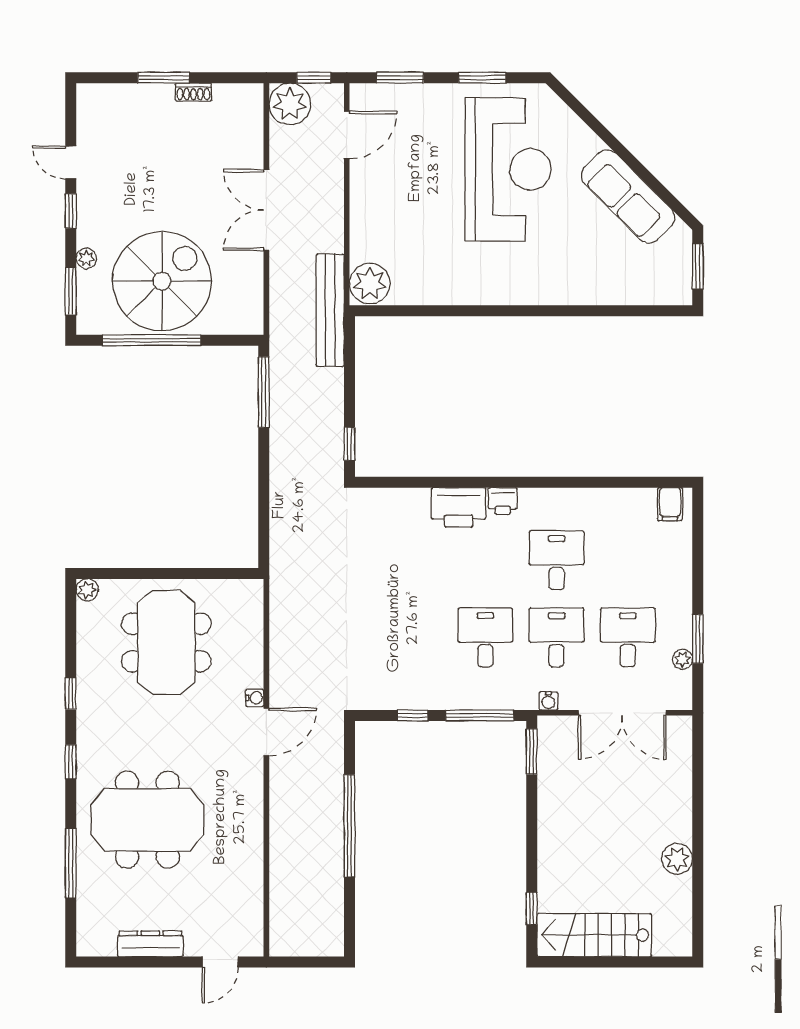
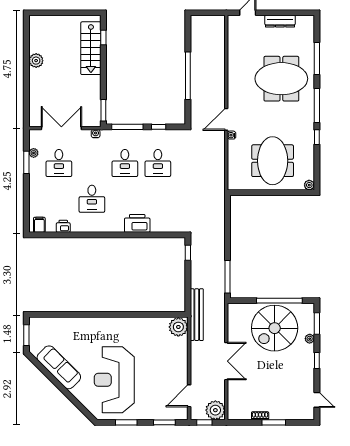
door: (71, 162) -> (317, 400), moved
printer: (503, 501) -> (63, 226), moved
desk: (557, 637) -> (158, 163), moved
window: (71, 762) -> (317, 105), width x2.17
stairs: (594, 935) -> (91, 48), moved, turned 90

